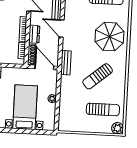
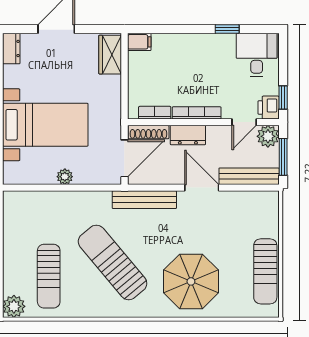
door: (62, 29) -> (202, 188), hinge flipped
bench: (66, 63) -> (144, 200), width x1.36
sun lounger: (98, 76) -> (113, 262), width x1.36, depth x1.34

